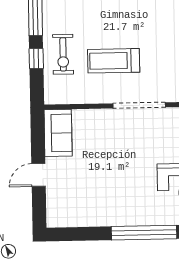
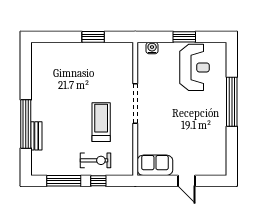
treadmill: (114, 61) -> (101, 122), turned 180

